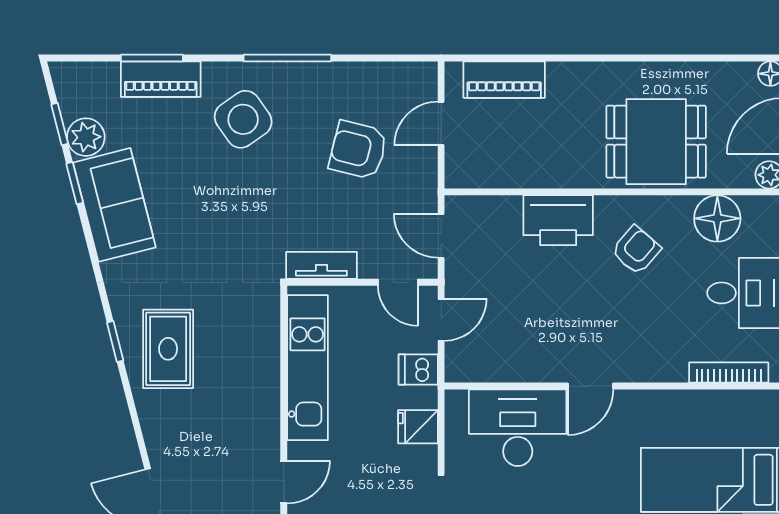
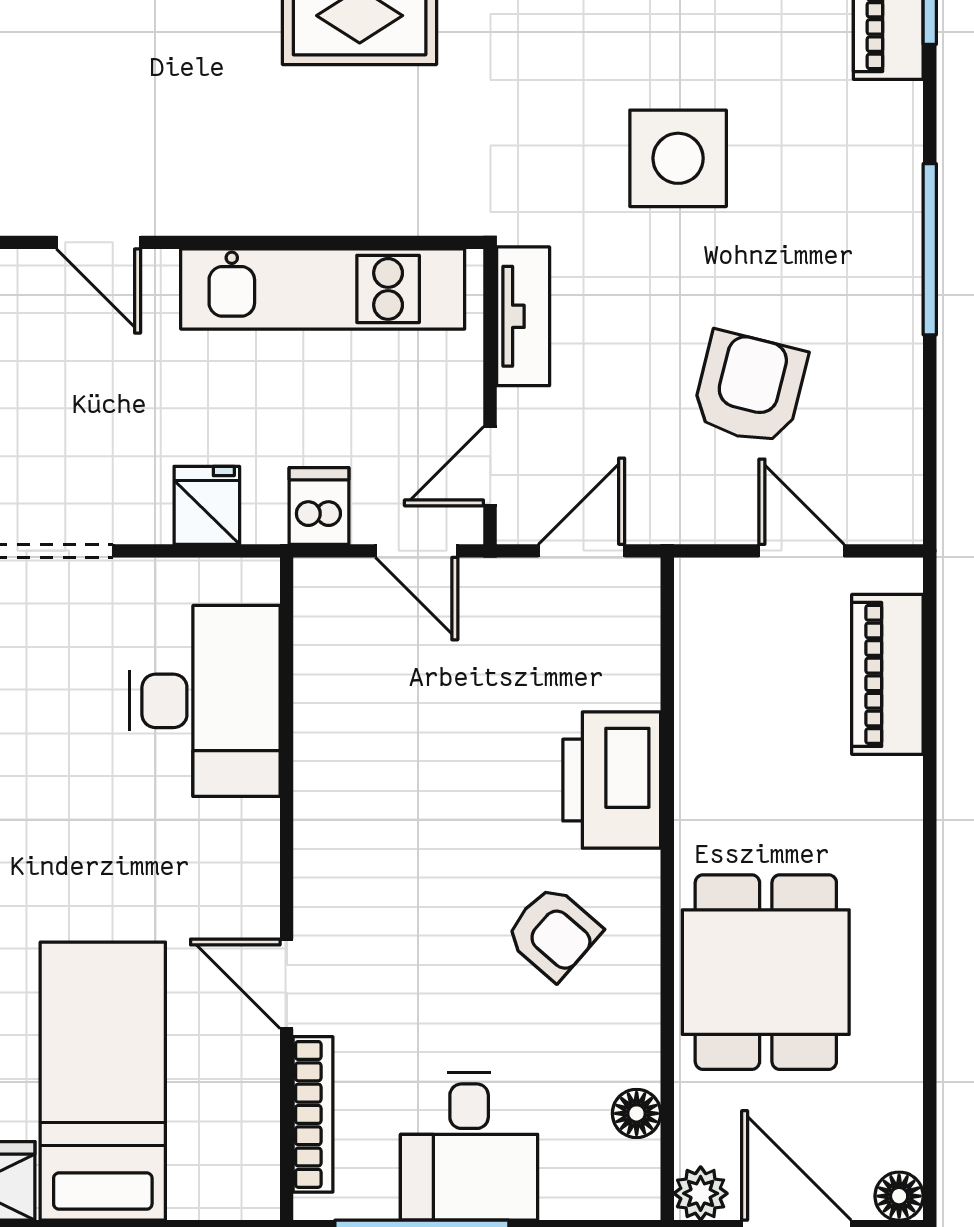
side table: (243, 119) -> (678, 158), moved, turned 35
floor lamp: (717, 218) -> (637, 1113), width x0.53, depth x0.53
door: (590, 386) -> (287, 984), moved

